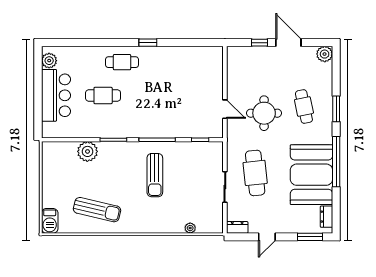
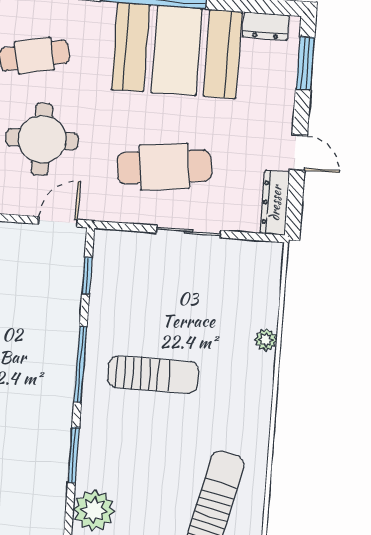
door: (225, 109) -> (58, 222), moved
dresser: (237, 227) -> (275, 203), width x1.44
plant: (190, 228) -> (266, 340), moved

